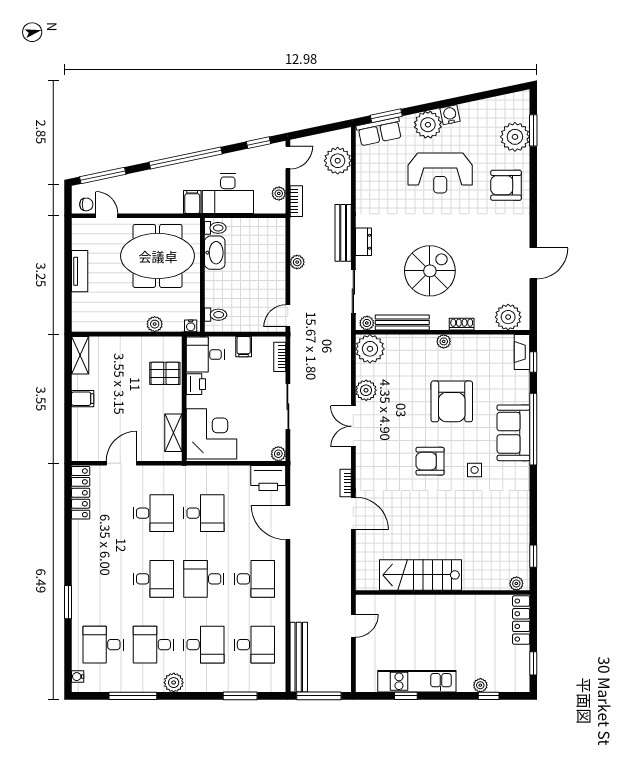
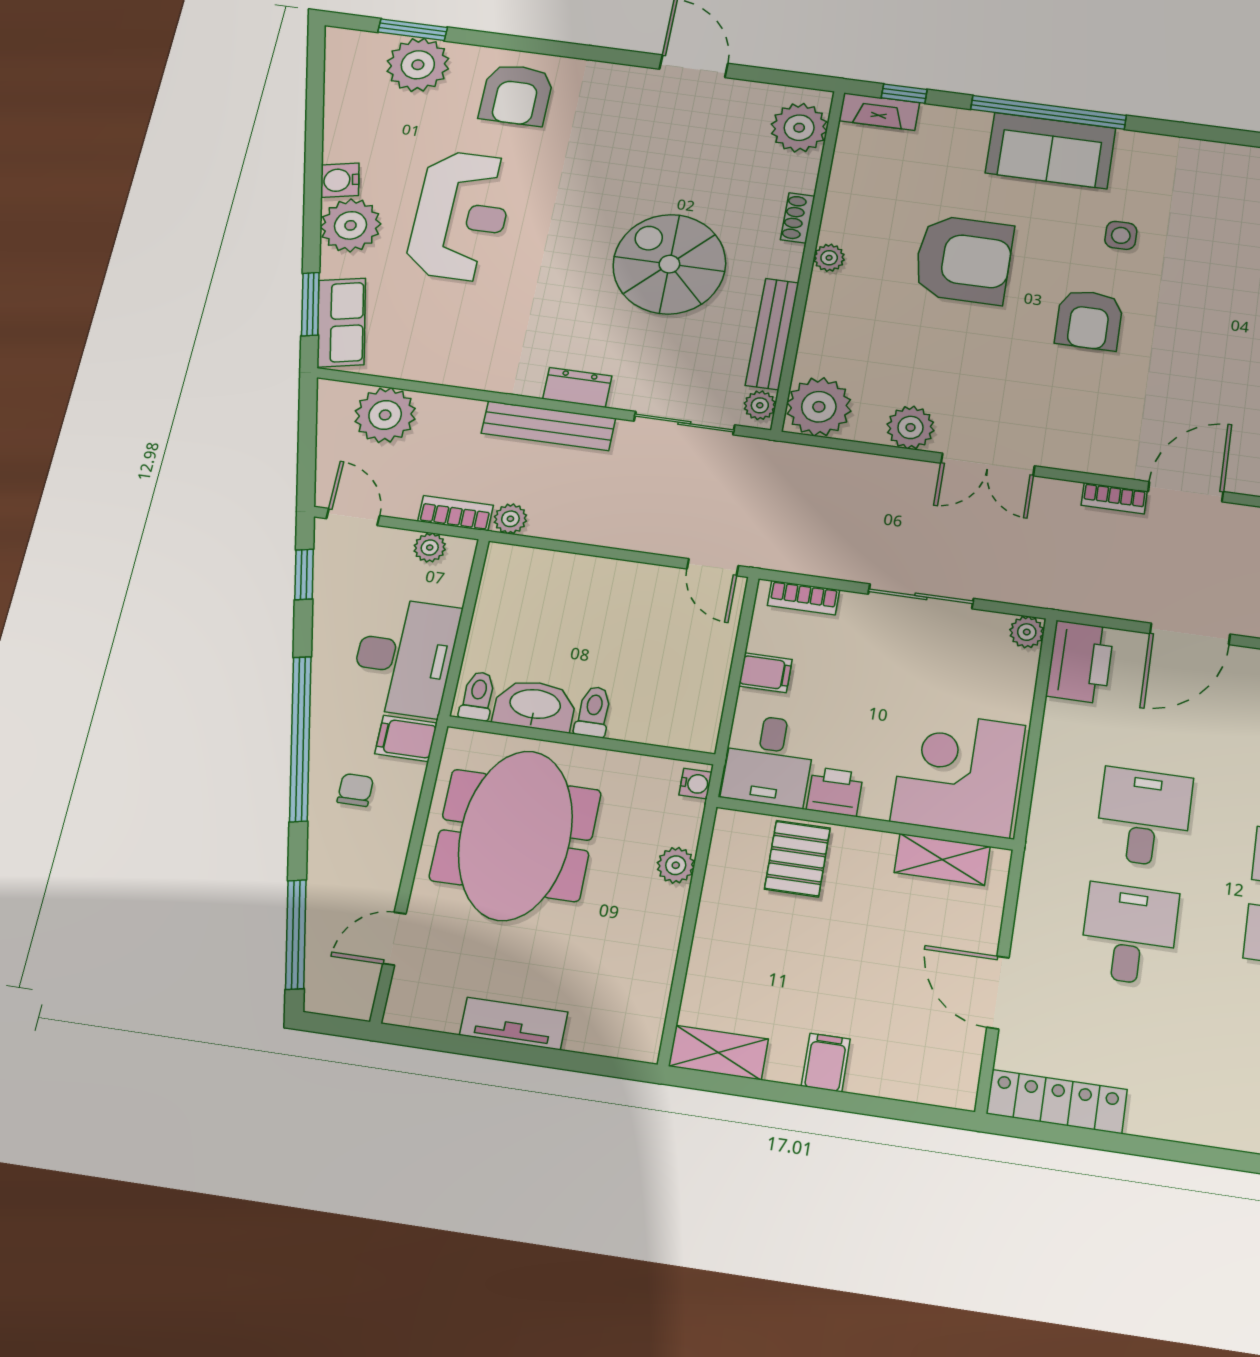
chair: (86, 204) -> (355, 790), moved
plant: (297, 262) -> (510, 519), moved
toilet: (216, 315) -> (593, 712), moved

